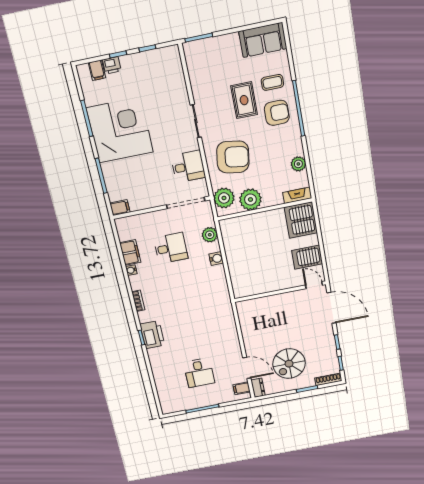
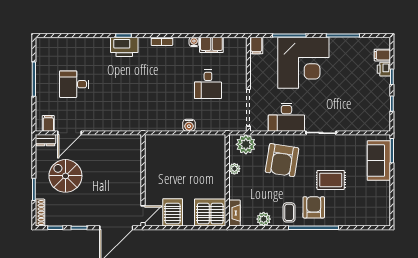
sofa: (263, 40) -> (379, 161), moved
coffee table: (272, 82) -> (289, 212), moved
armchair: (277, 113) -> (314, 207), turned 180
corner desk: (120, 130) -> (303, 63), moved
desk: (188, 167) -> (286, 117), width x1.37
plant: (250, 199) -> (234, 169), width x0.53, depth x0.53
plant: (210, 235) -> (213, 124), removed

